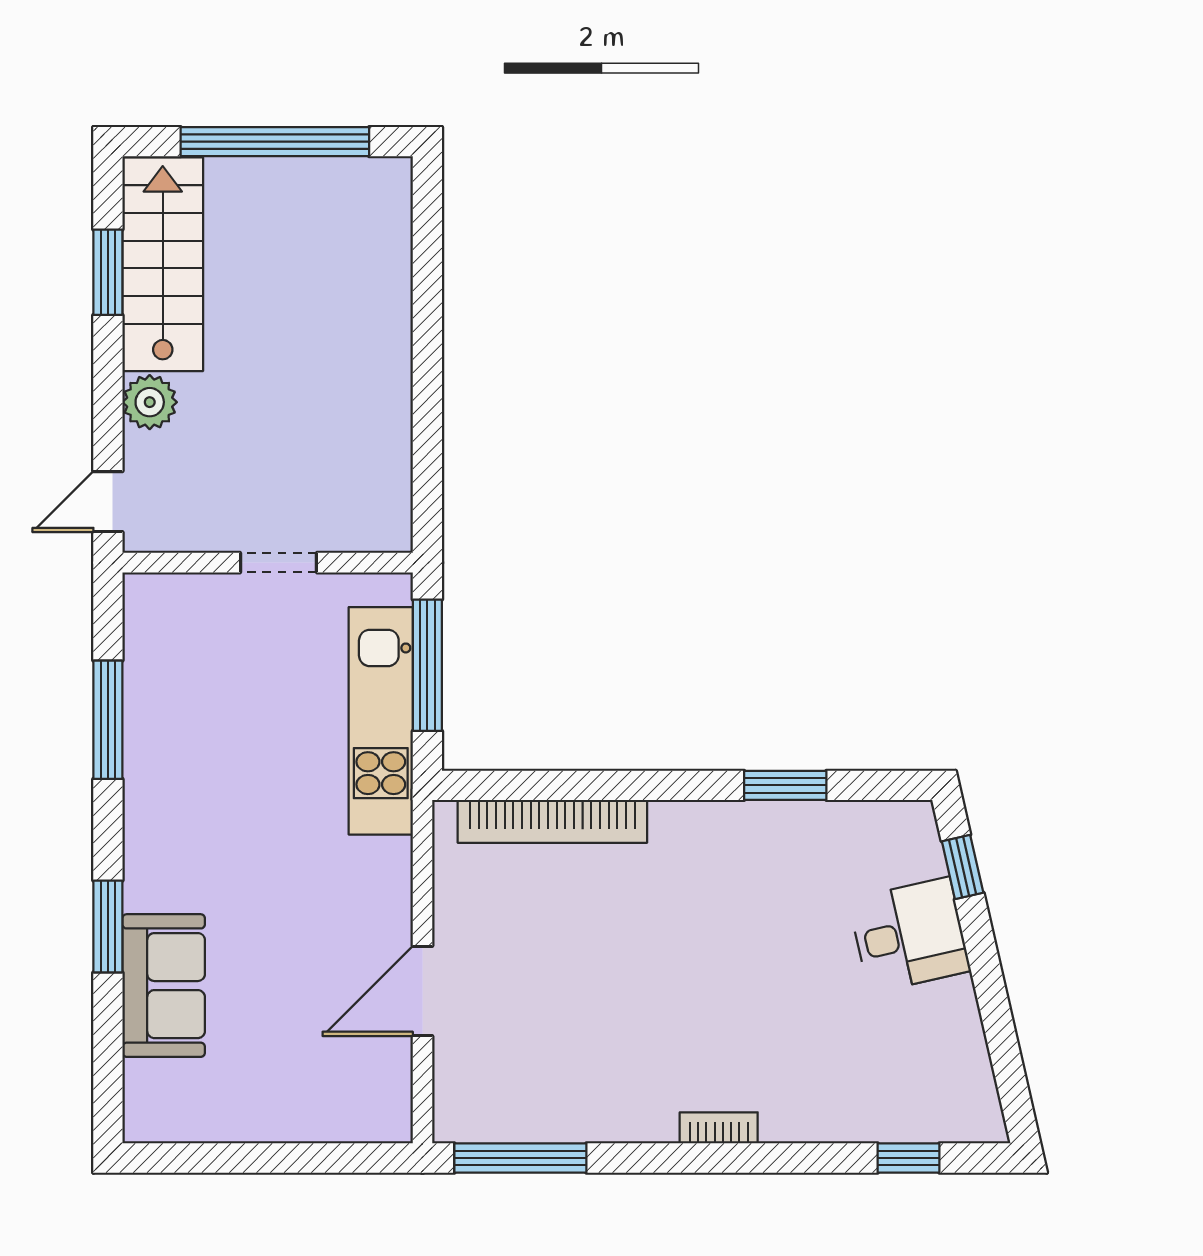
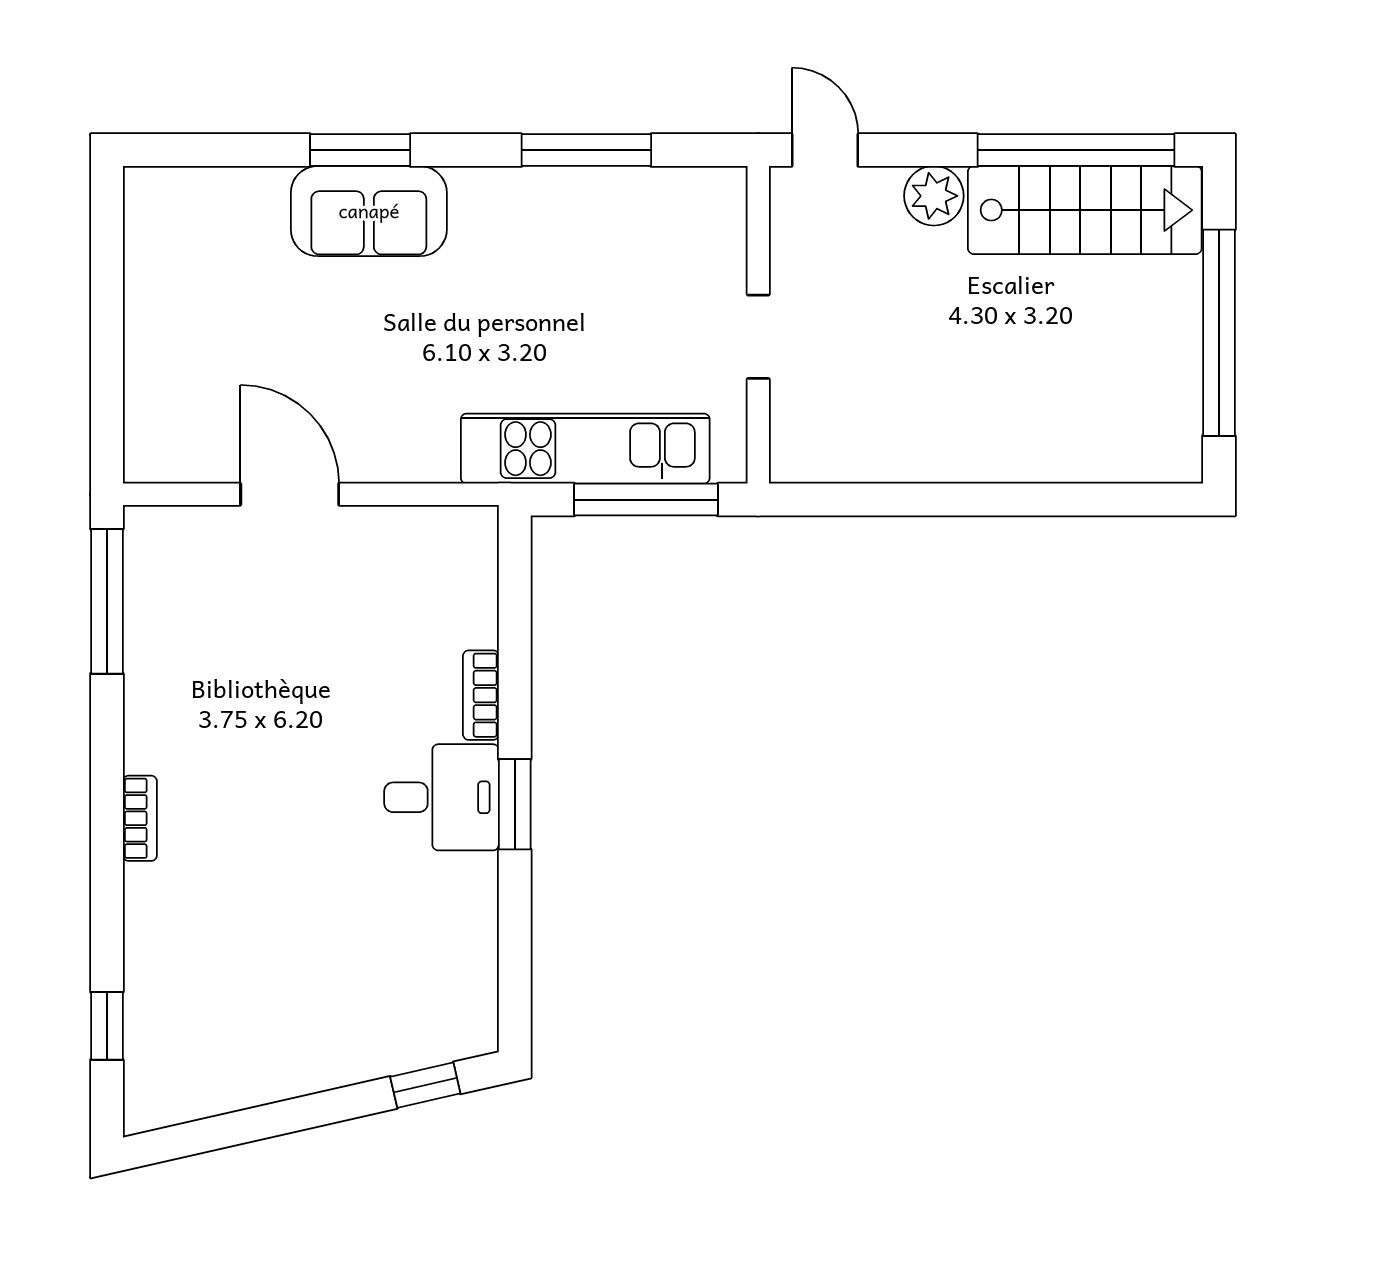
window: (108, 272) -> (1076, 150), width x2.11
window: (785, 785) -> (515, 804), moved
bookcase: (552, 821) -> (481, 695), width x0.43, depth x0.76
desk: (909, 935) -> (441, 797), moved, turned -77
sofa: (164, 986) -> (369, 211), moved

